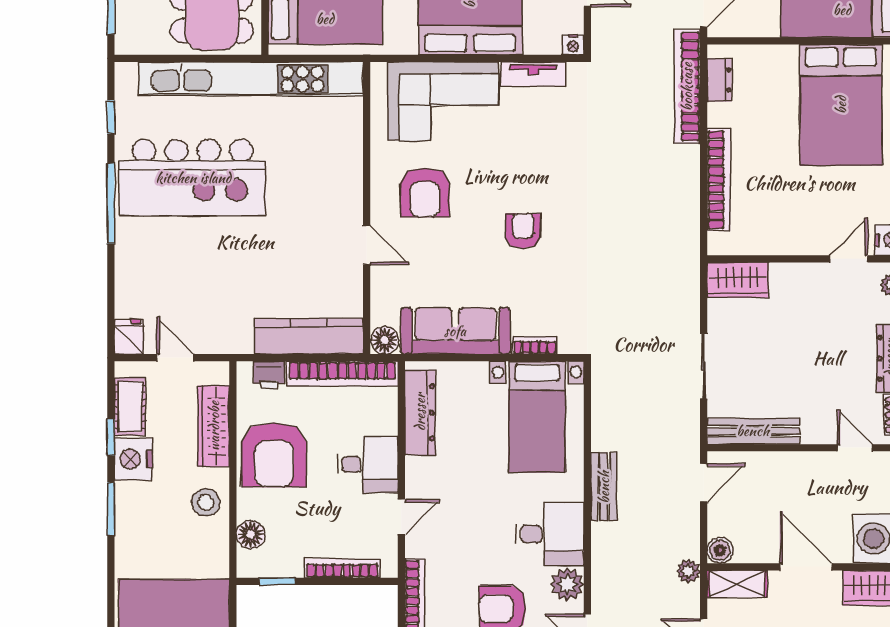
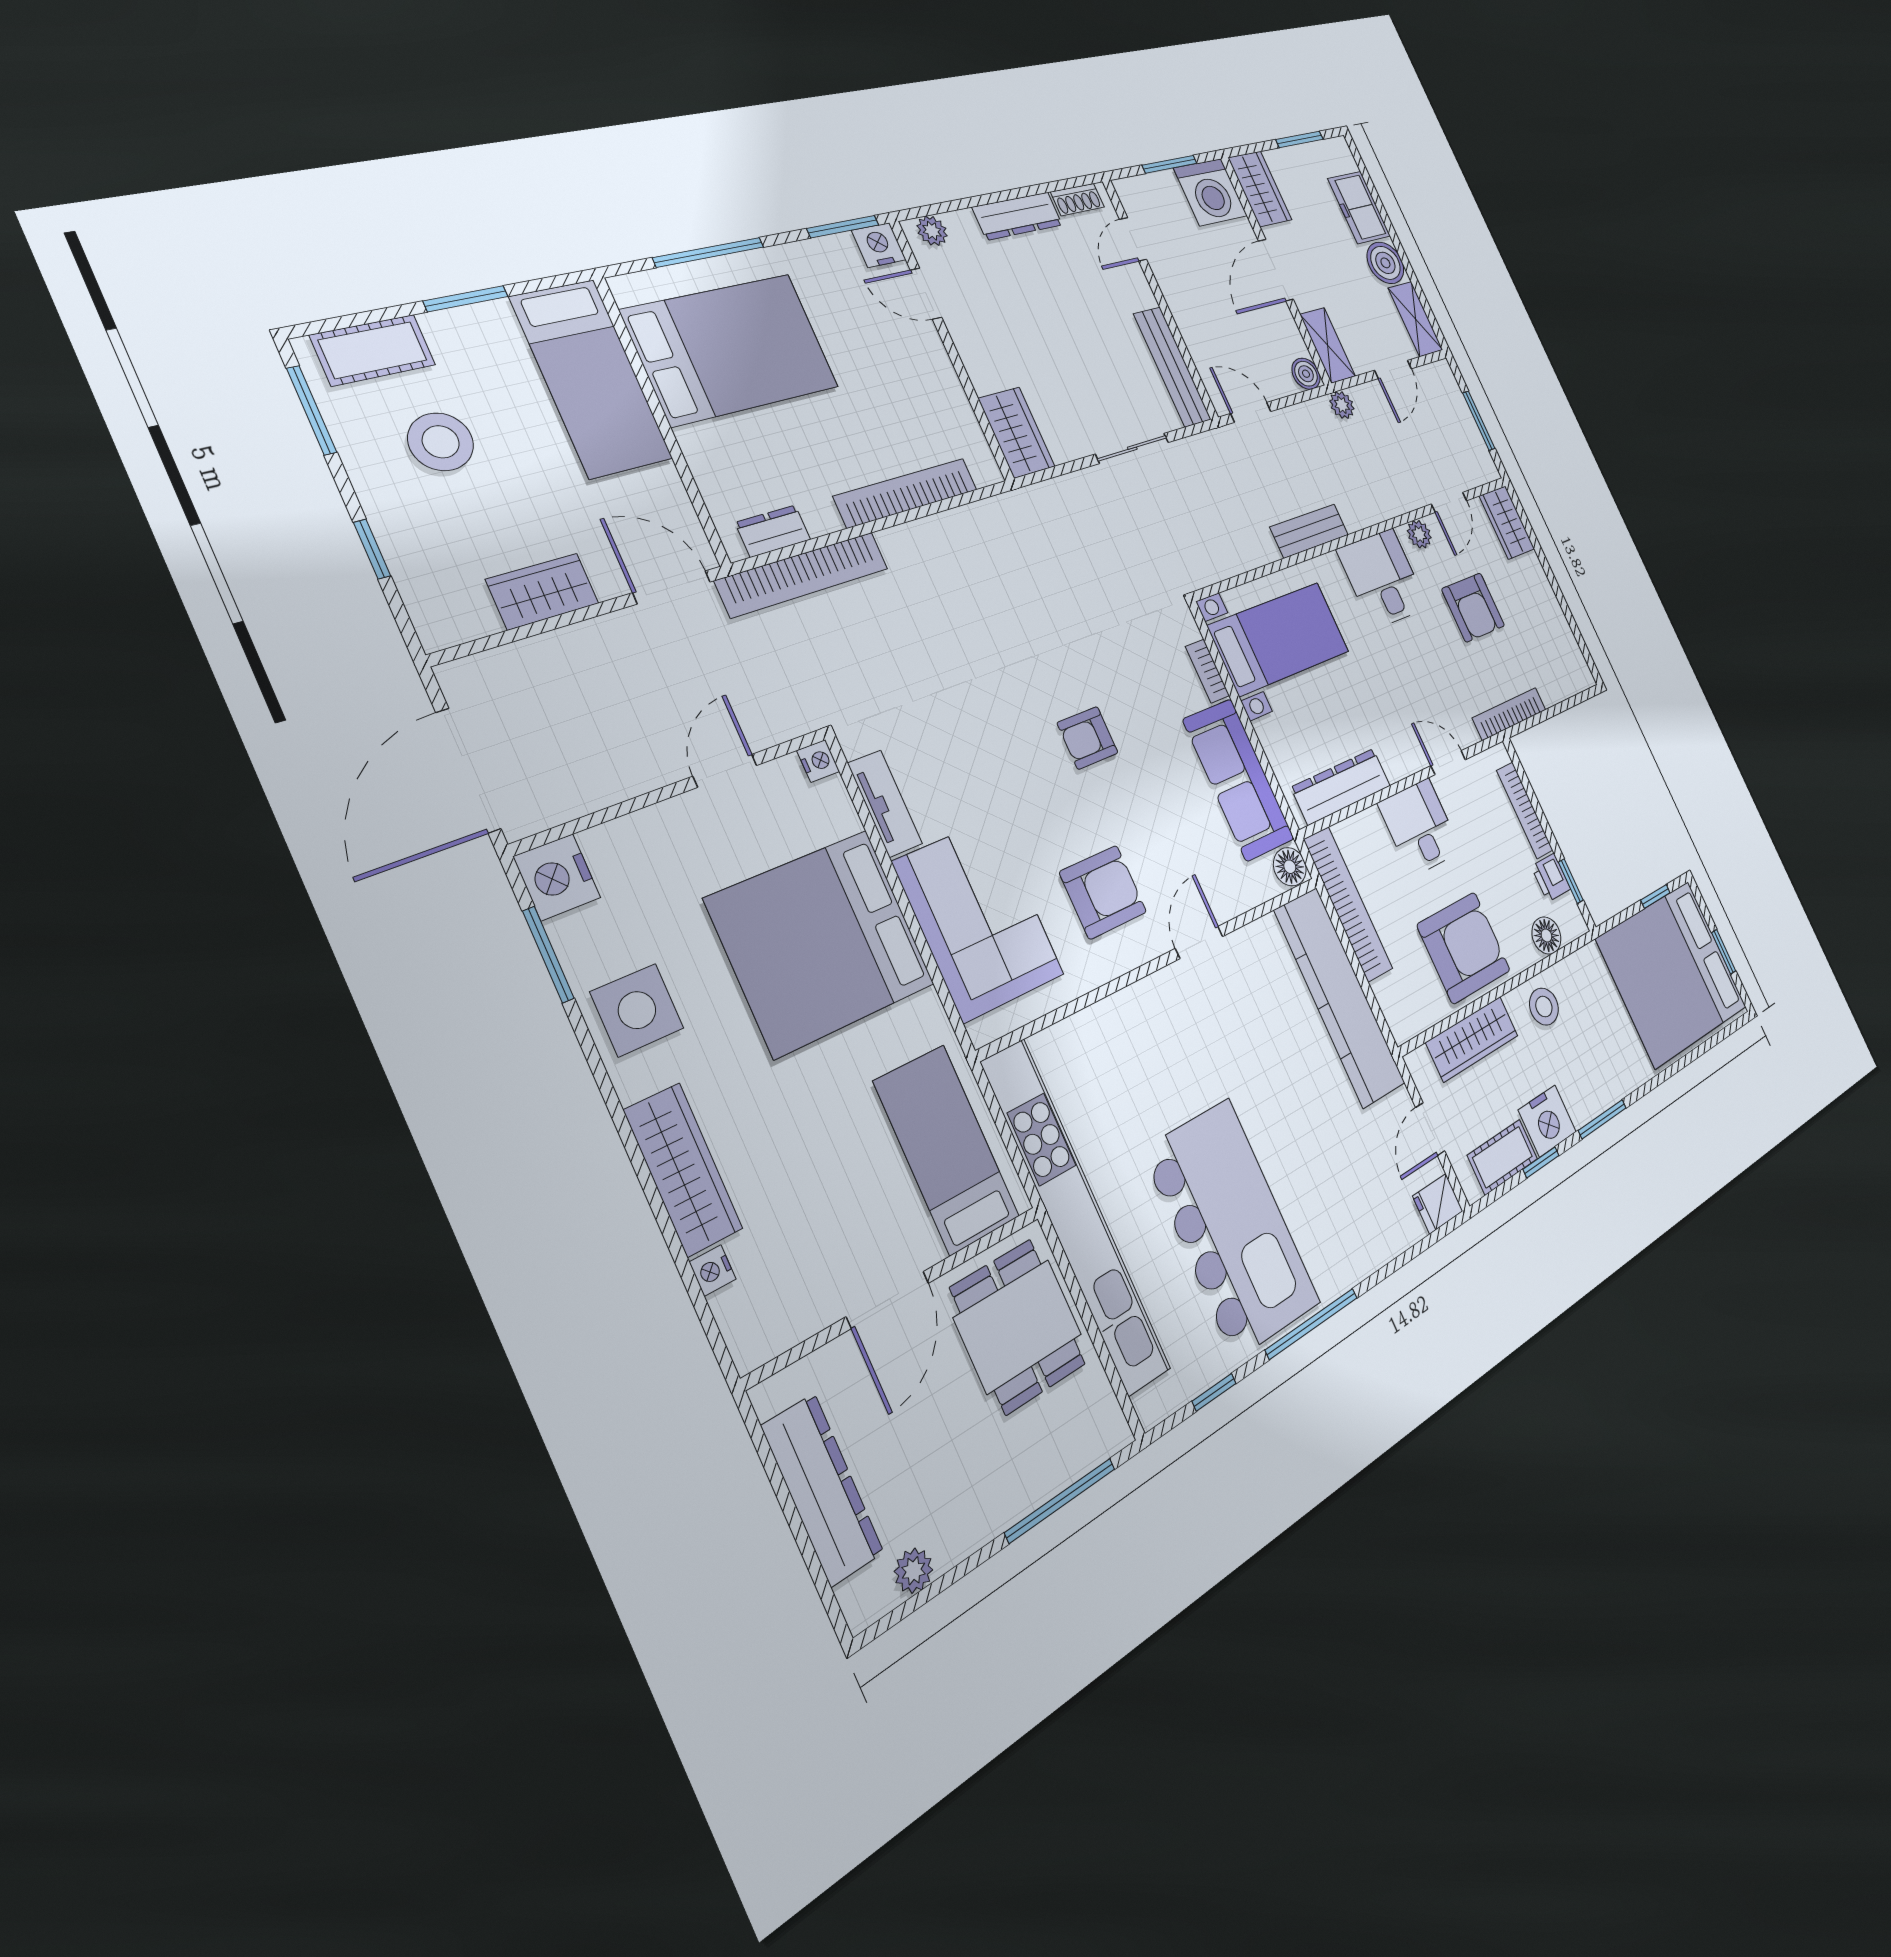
kitchen counter: (309, 336) -> (1340, 997), width x1.39, depth x1.17
printer: (269, 375) -> (1551, 878), moved, turned 180
plant: (567, 584) -> (1419, 534), width x0.73, depth x0.73

